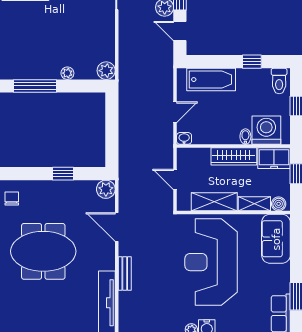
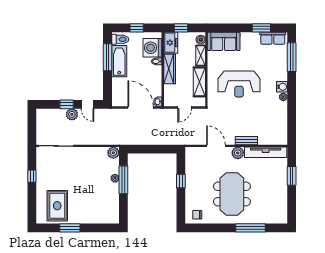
door: (180, 31) -> (87, 104), hinge flipped
window: (252, 62) -> (107, 57), width x2.17
bathtub: (211, 80) -> (119, 61), moved
window: (35, 86) -> (123, 180), moved
door: (175, 112) -> (141, 108), width x1.87
plant: (106, 189) -> (238, 153), moved
door: (117, 227) -> (216, 146), swing flipped
reception desk: (211, 262) -> (239, 84), width x0.74, depth x0.77

